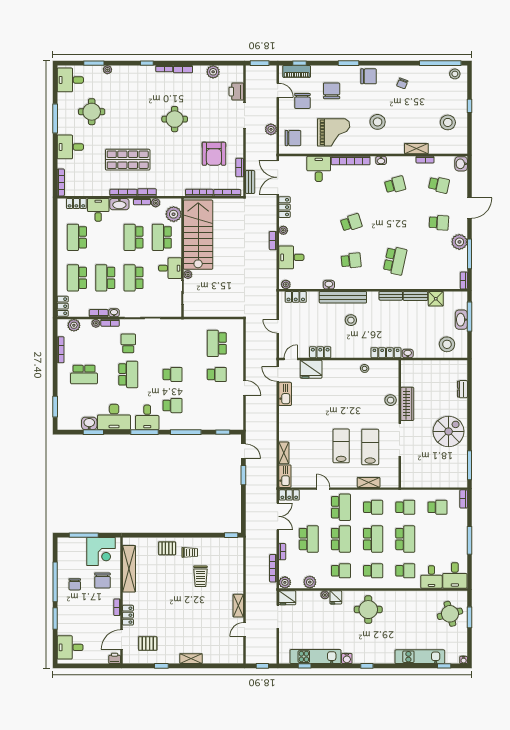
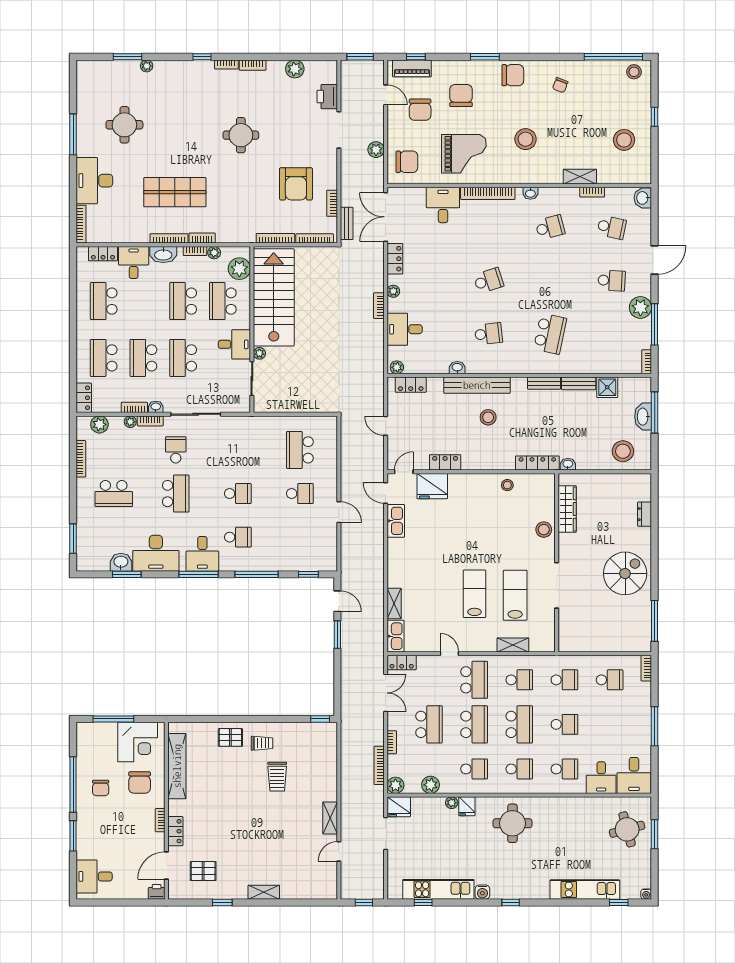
desk: (70, 80) -> (94, 80), removed
desk: (70, 147) -> (94, 181), width x1.37
wardrobe: (407, 404) -> (567, 509), moved
school desk: (405, 539) -> (564, 724), width x0.54

